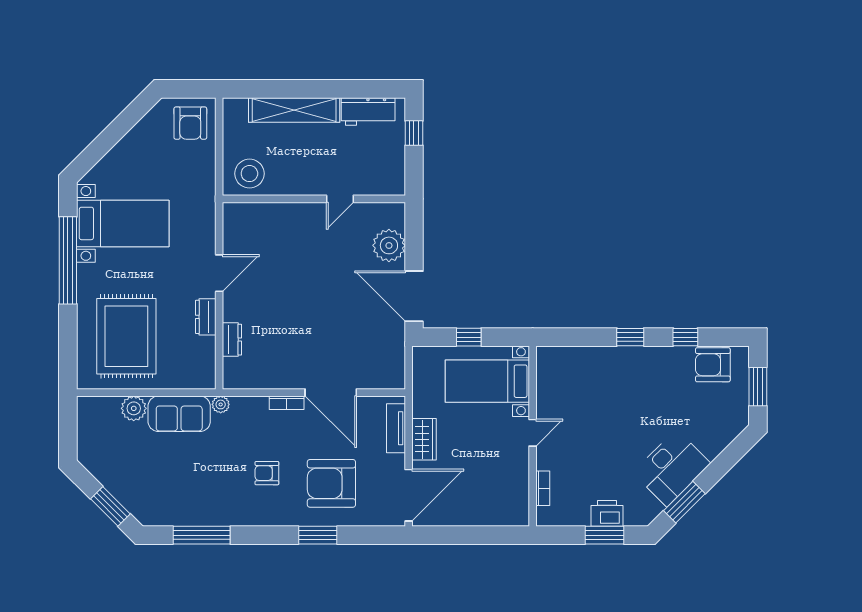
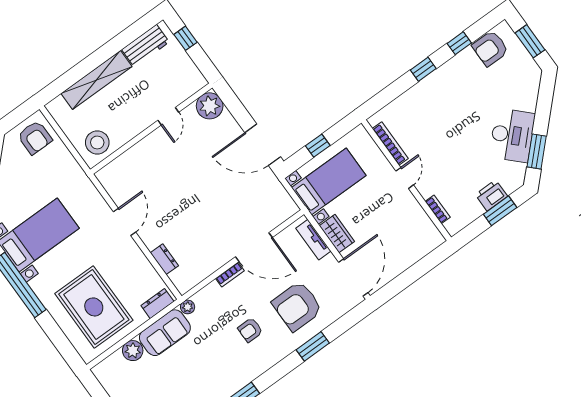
plant: (389, 245) -> (210, 106), moved
dresser: (206, 317) -> (157, 304), moved, turned 90
bed with nightstands: (487, 381) -> (329, 182), moved, turned 180
bookcase: (543, 388) -> (390, 144), added

